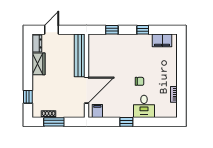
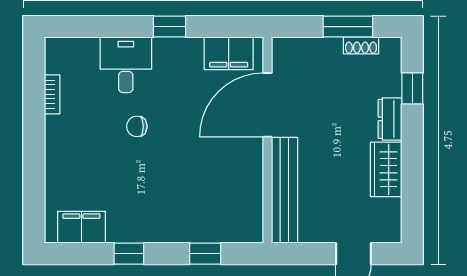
dresser: (37, 43) -> (390, 119), moved
filing cabinet: (97, 111) -> (229, 53), width x2.00

